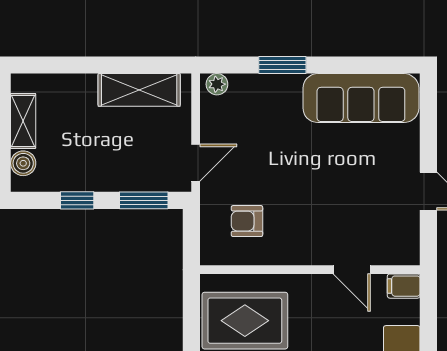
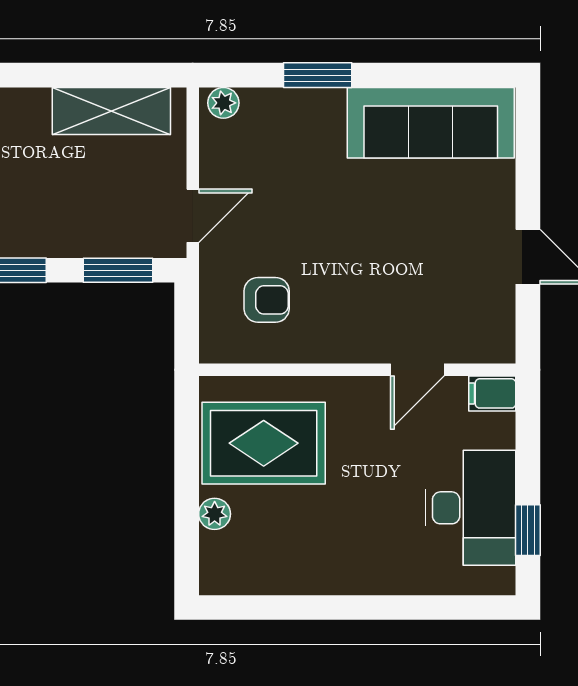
armchair: (247, 221) -> (267, 300), turned 180
door: (352, 270) -> (417, 370), hinge flipped

